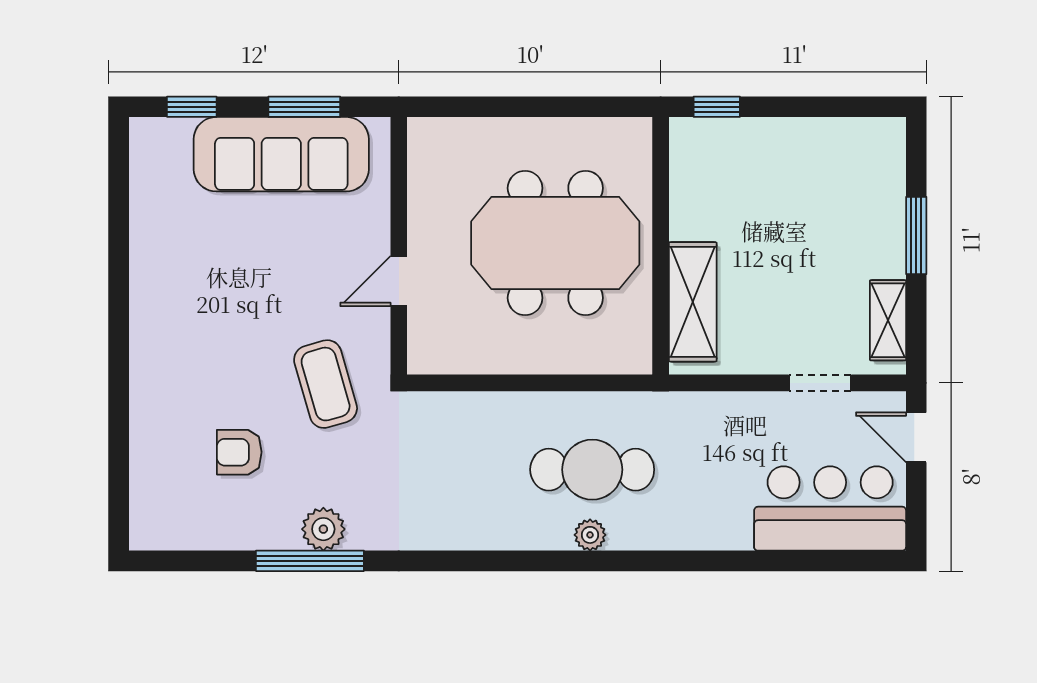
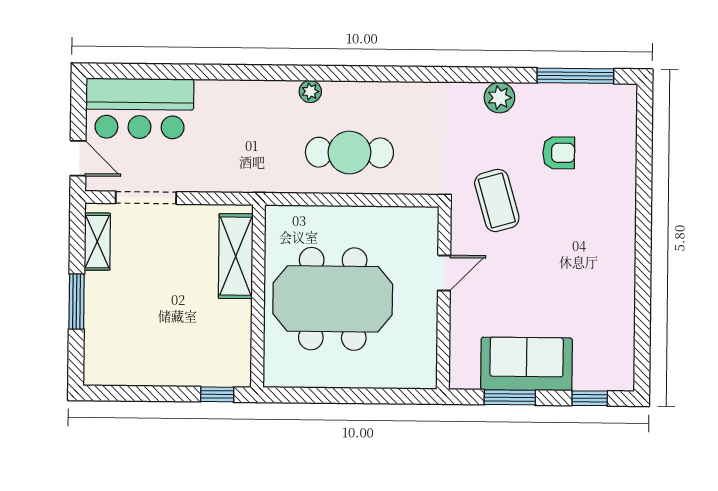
sofa: (281, 154) -> (527, 364), width x0.73
doorway: (820, 383) -> (146, 198), width x1.38
cafe table: (592, 470) -> (349, 153), moved
window: (310, 561) -> (575, 76), moved

